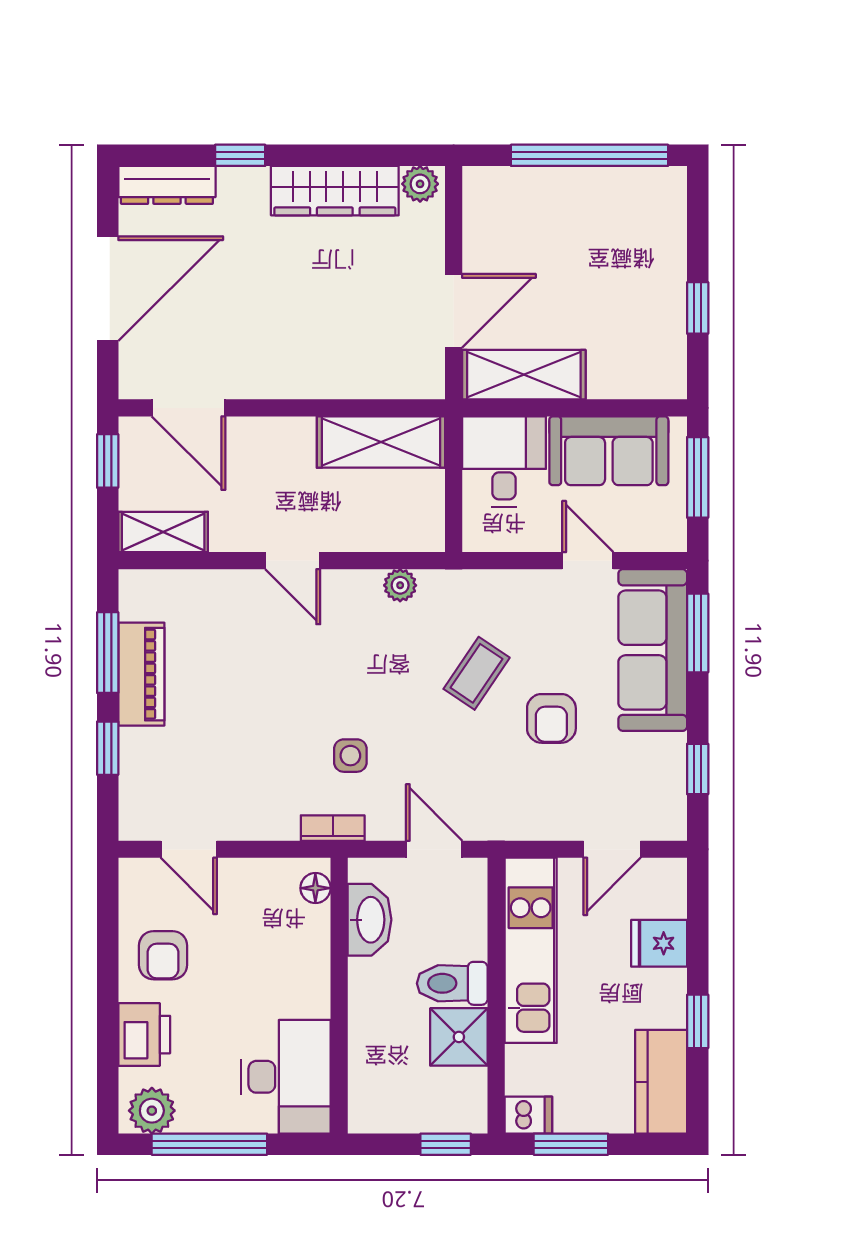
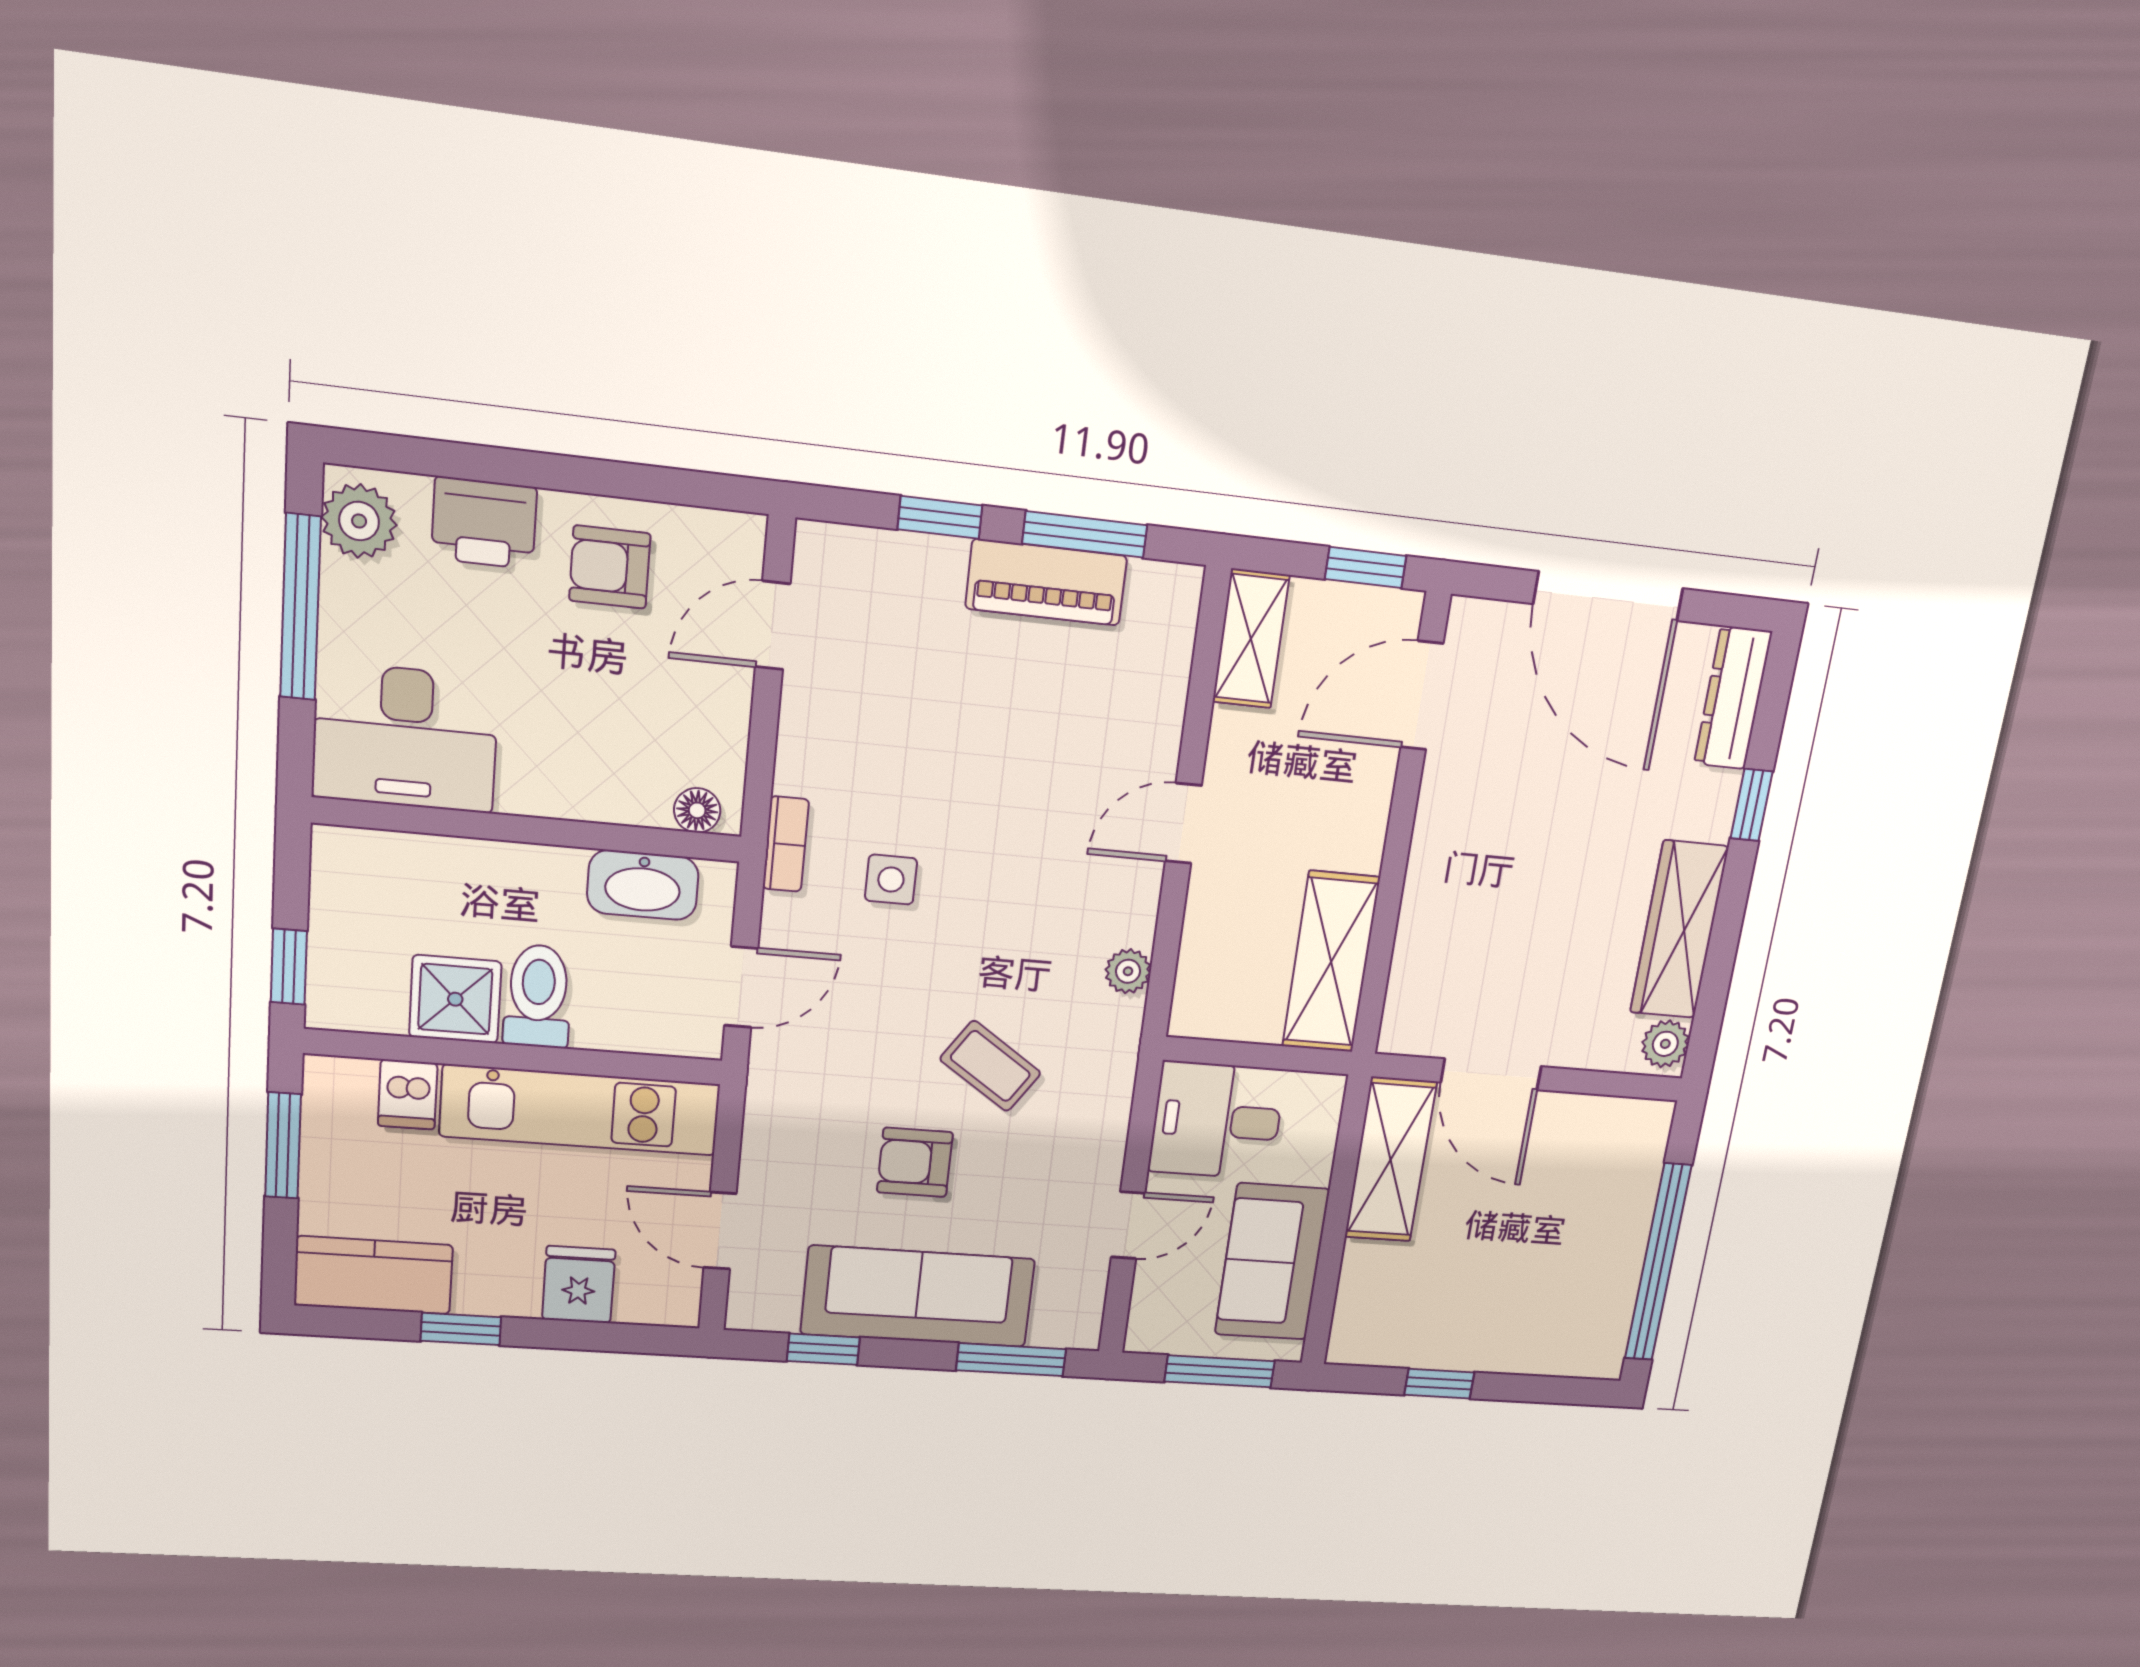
desk: (504, 462) -> (1217, 1121), moved, turned 180
sofa: (653, 650) -> (918, 1296), moved
dishwasher: (528, 1115) -> (408, 1094), moved

